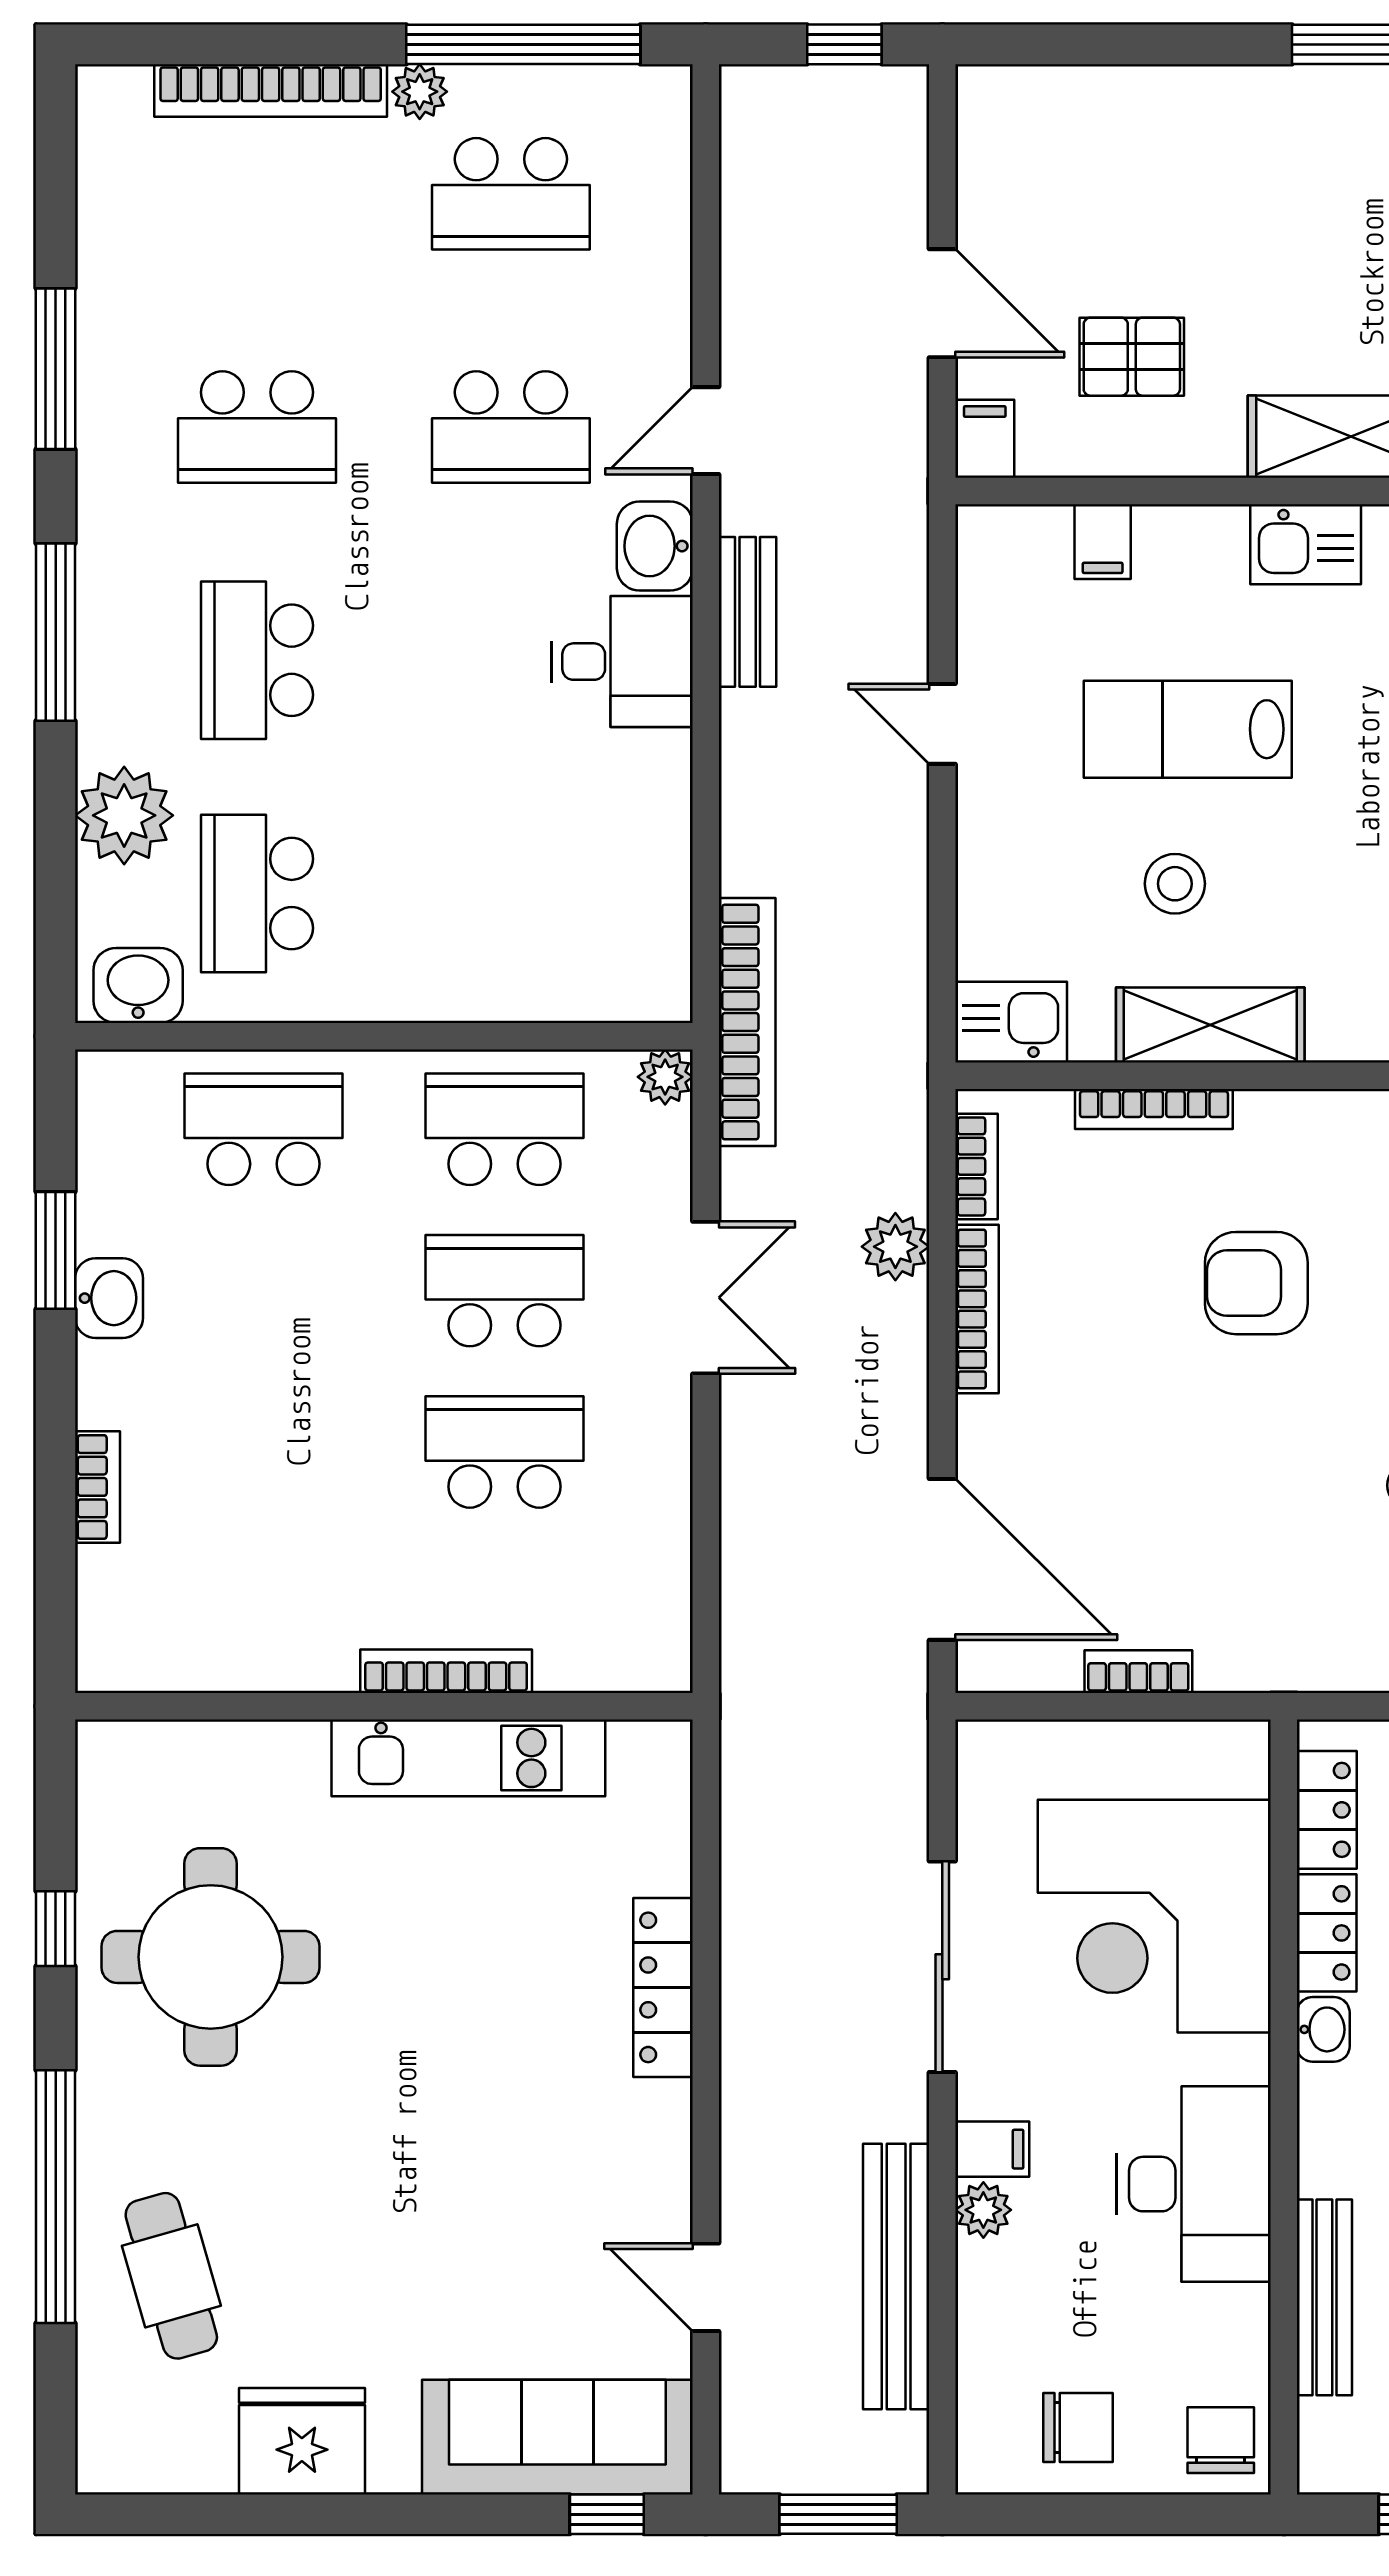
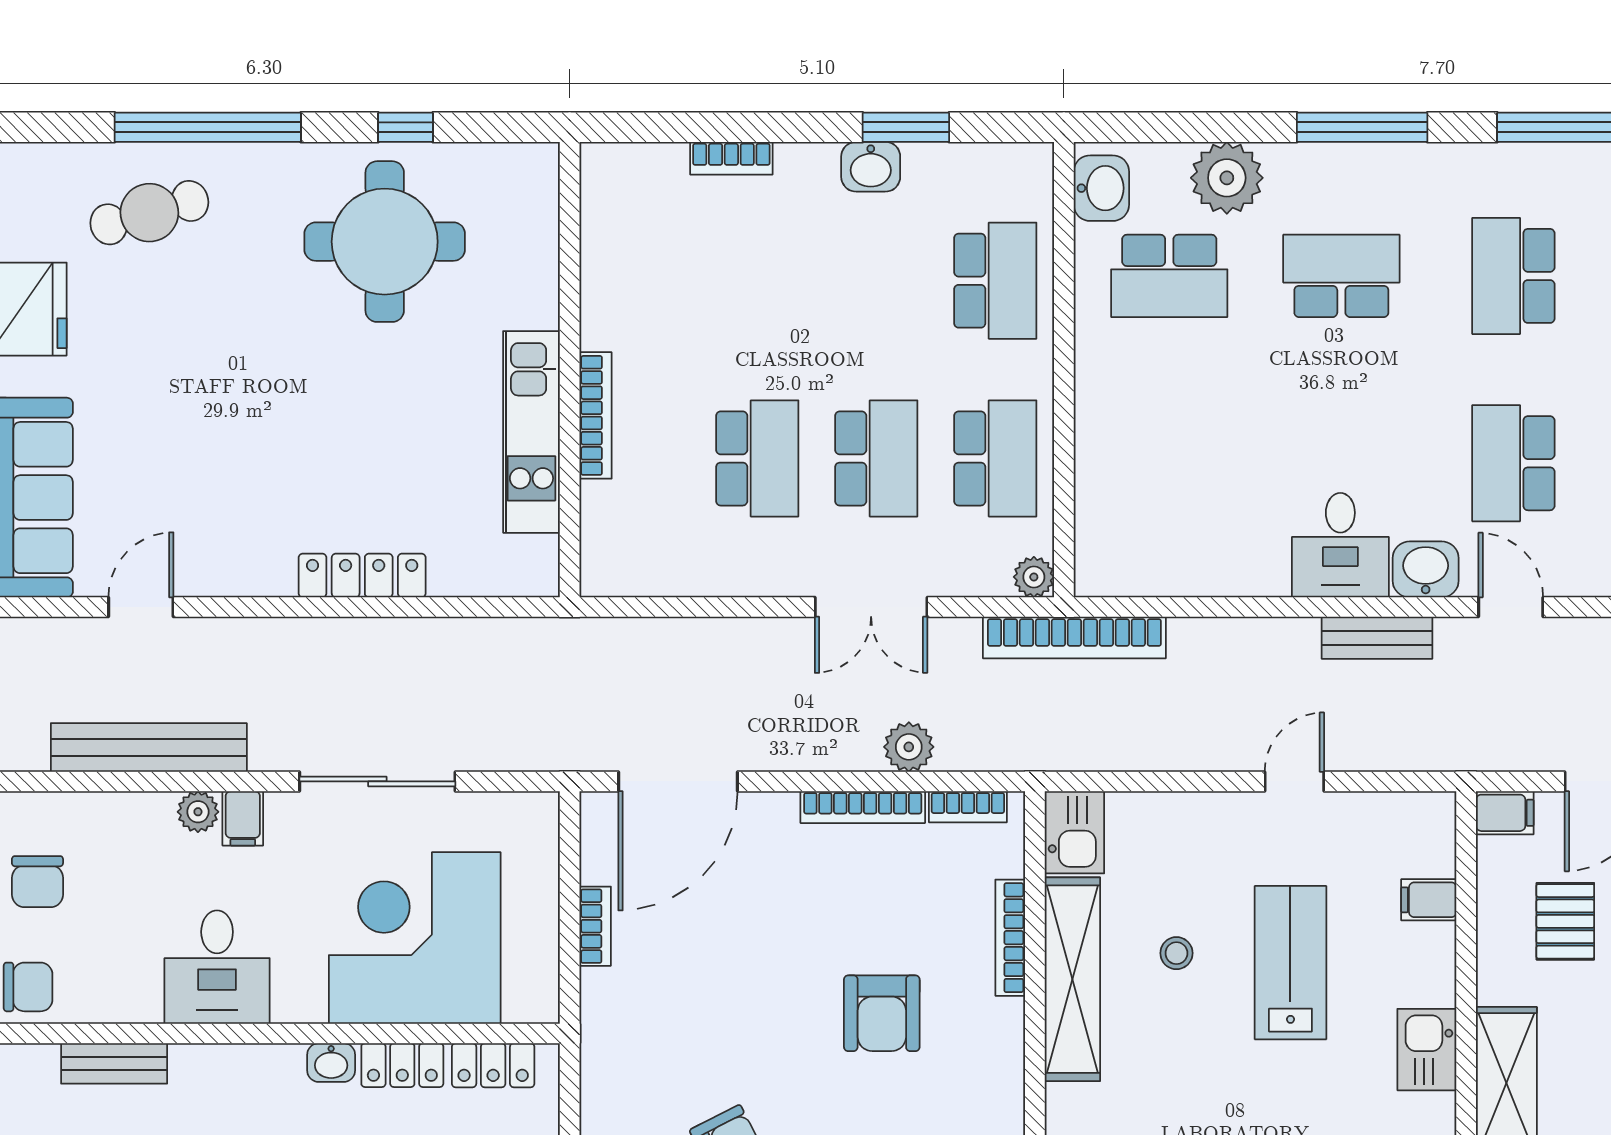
stool: (1175, 884) -> (1176, 953), width x0.73, depth x0.73
school desk: (257, 893) -> (1169, 276), turned 180
shelving: (1210, 1025) -> (1072, 979), width x1.47
armchair: (1256, 1283) -> (882, 1013), turned 180
desk: (1194, 2184) -> (217, 967), width x0.73
bench: (1324, 2297) -> (114, 1063), width x0.73

